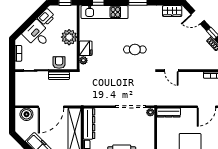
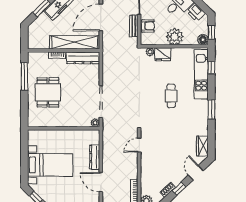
floor lamp: (72, 10) -> (203, 40), added
cafe table: (135, 49) -> (171, 96), moved
door: (51, 107) -> (101, 17), hinge flipped
dresser: (169, 113) -> (95, 157), moved

